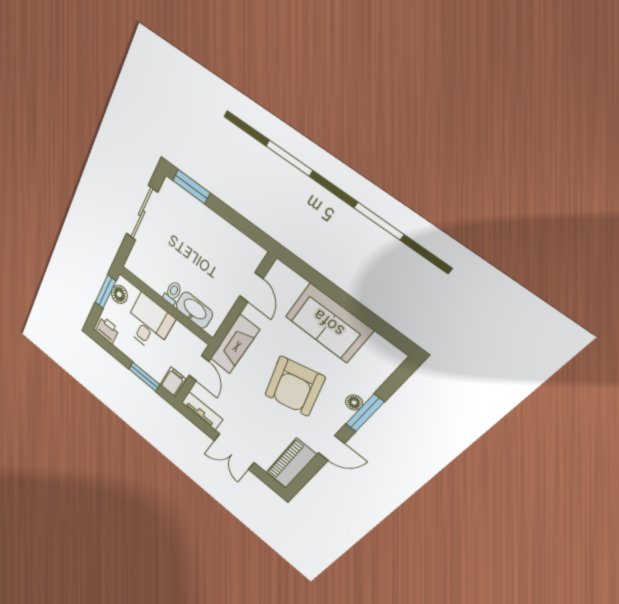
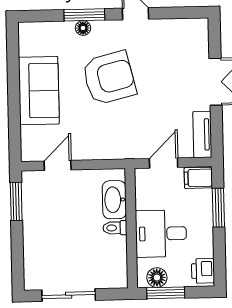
window: (191, 187) -> (16, 201), moved
fireplace: (235, 344) -> (115, 147), removed
piano: (291, 463) -> (180, 31), removed

